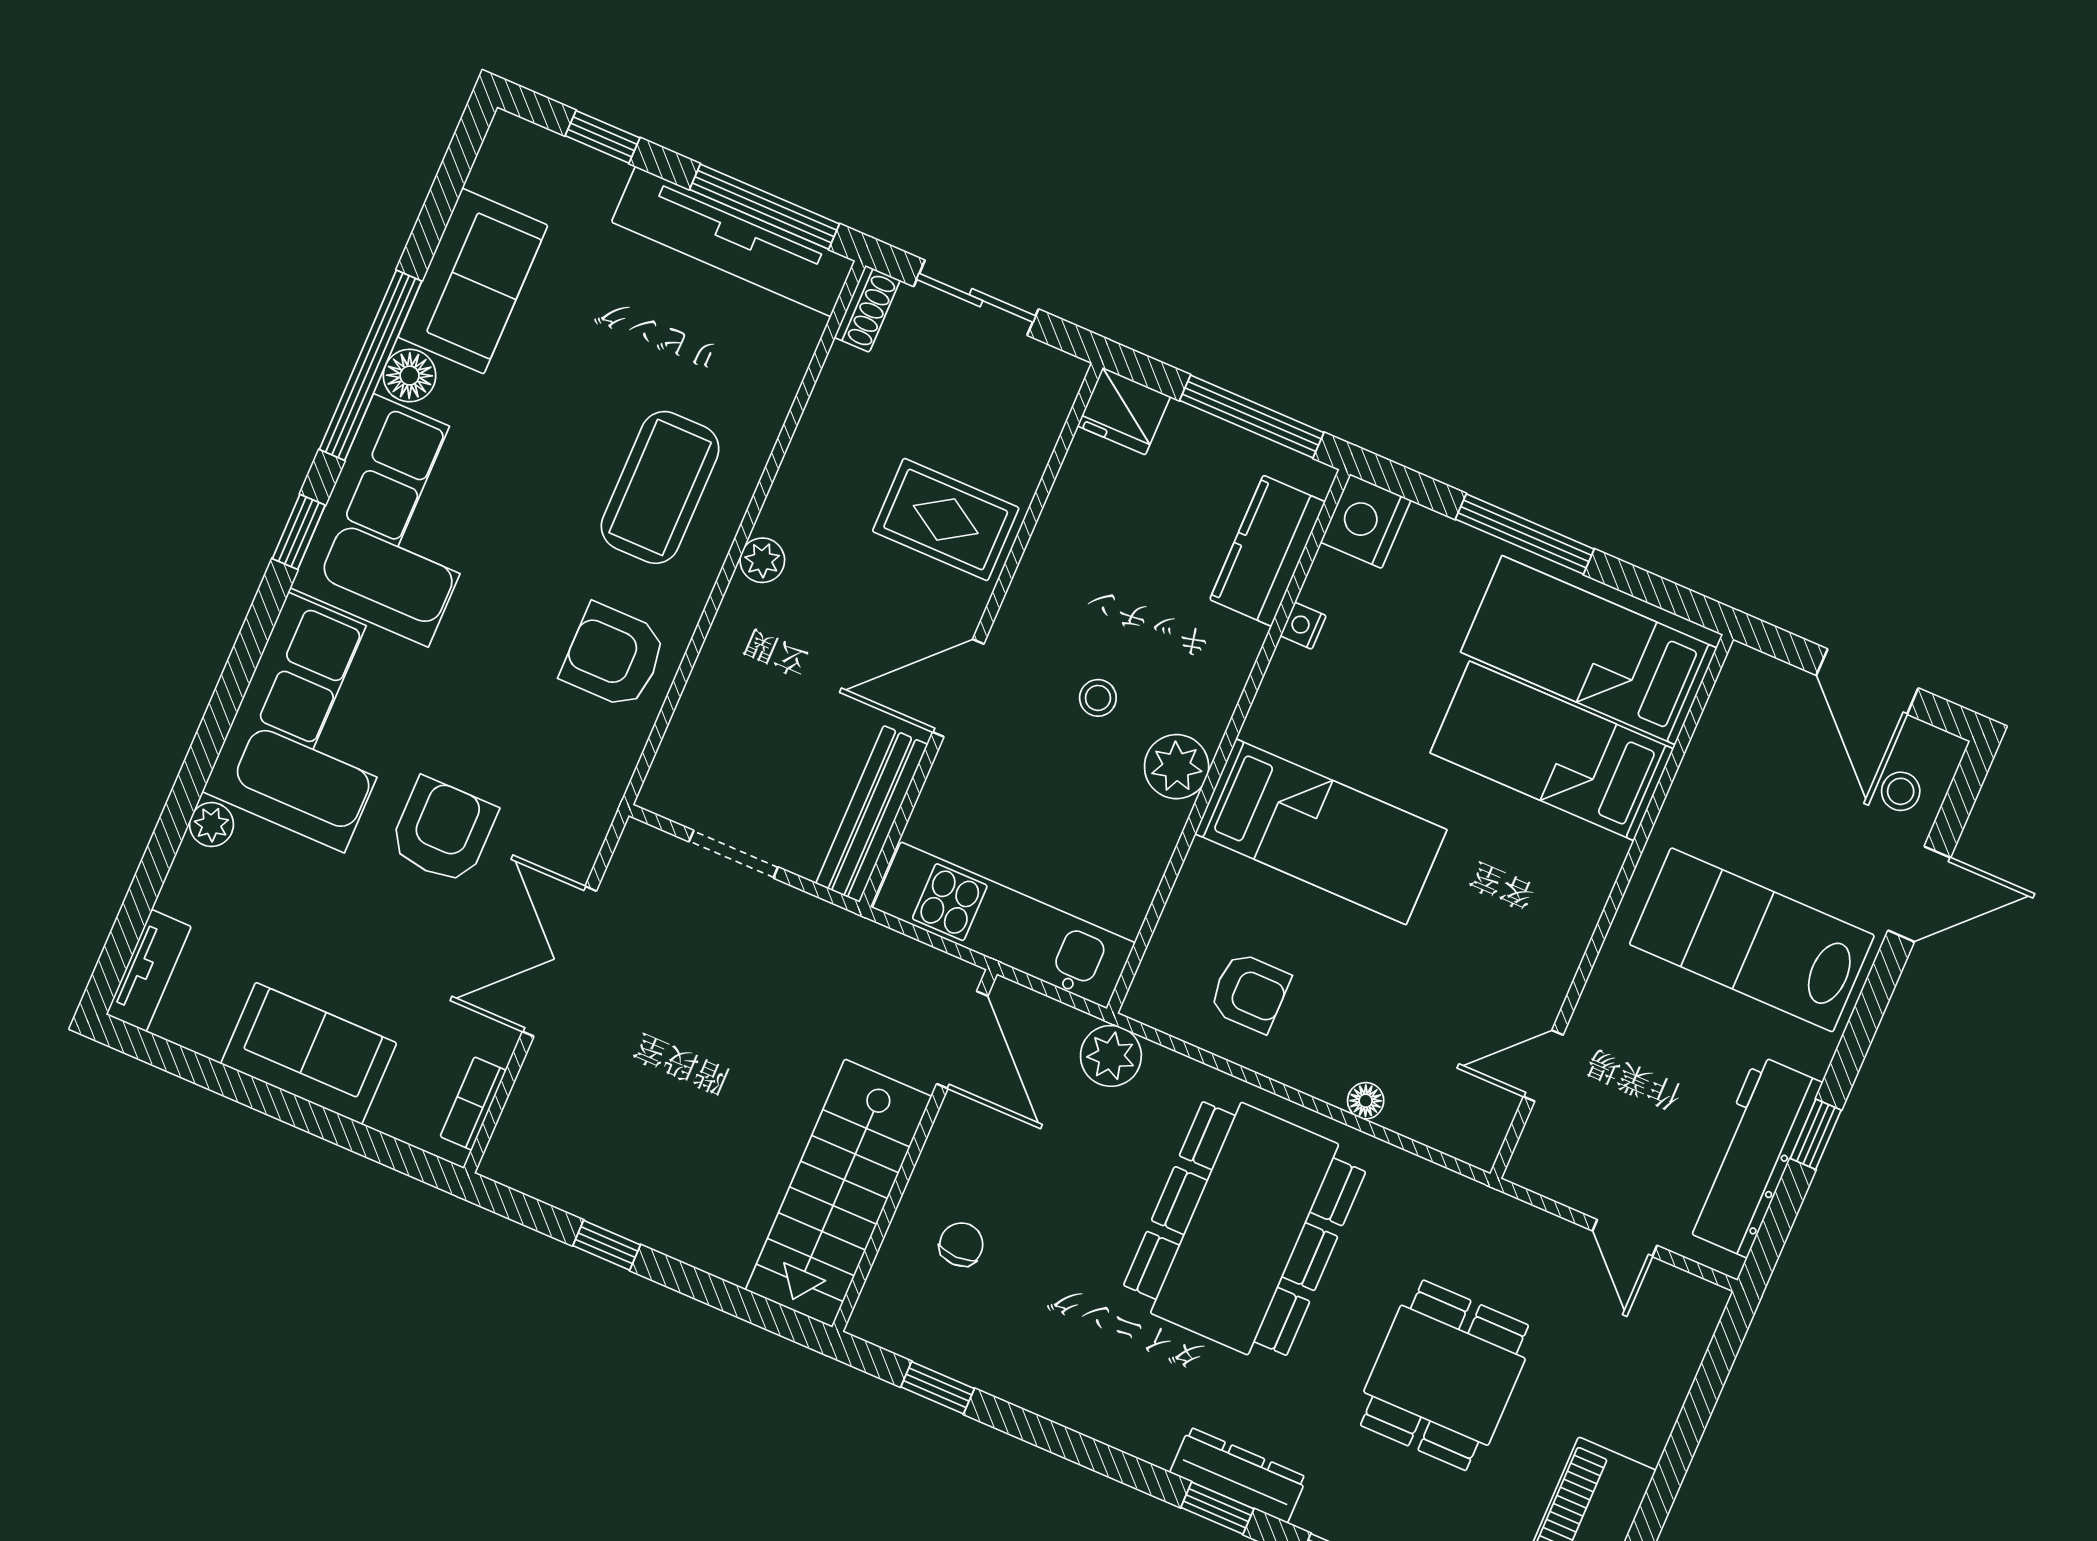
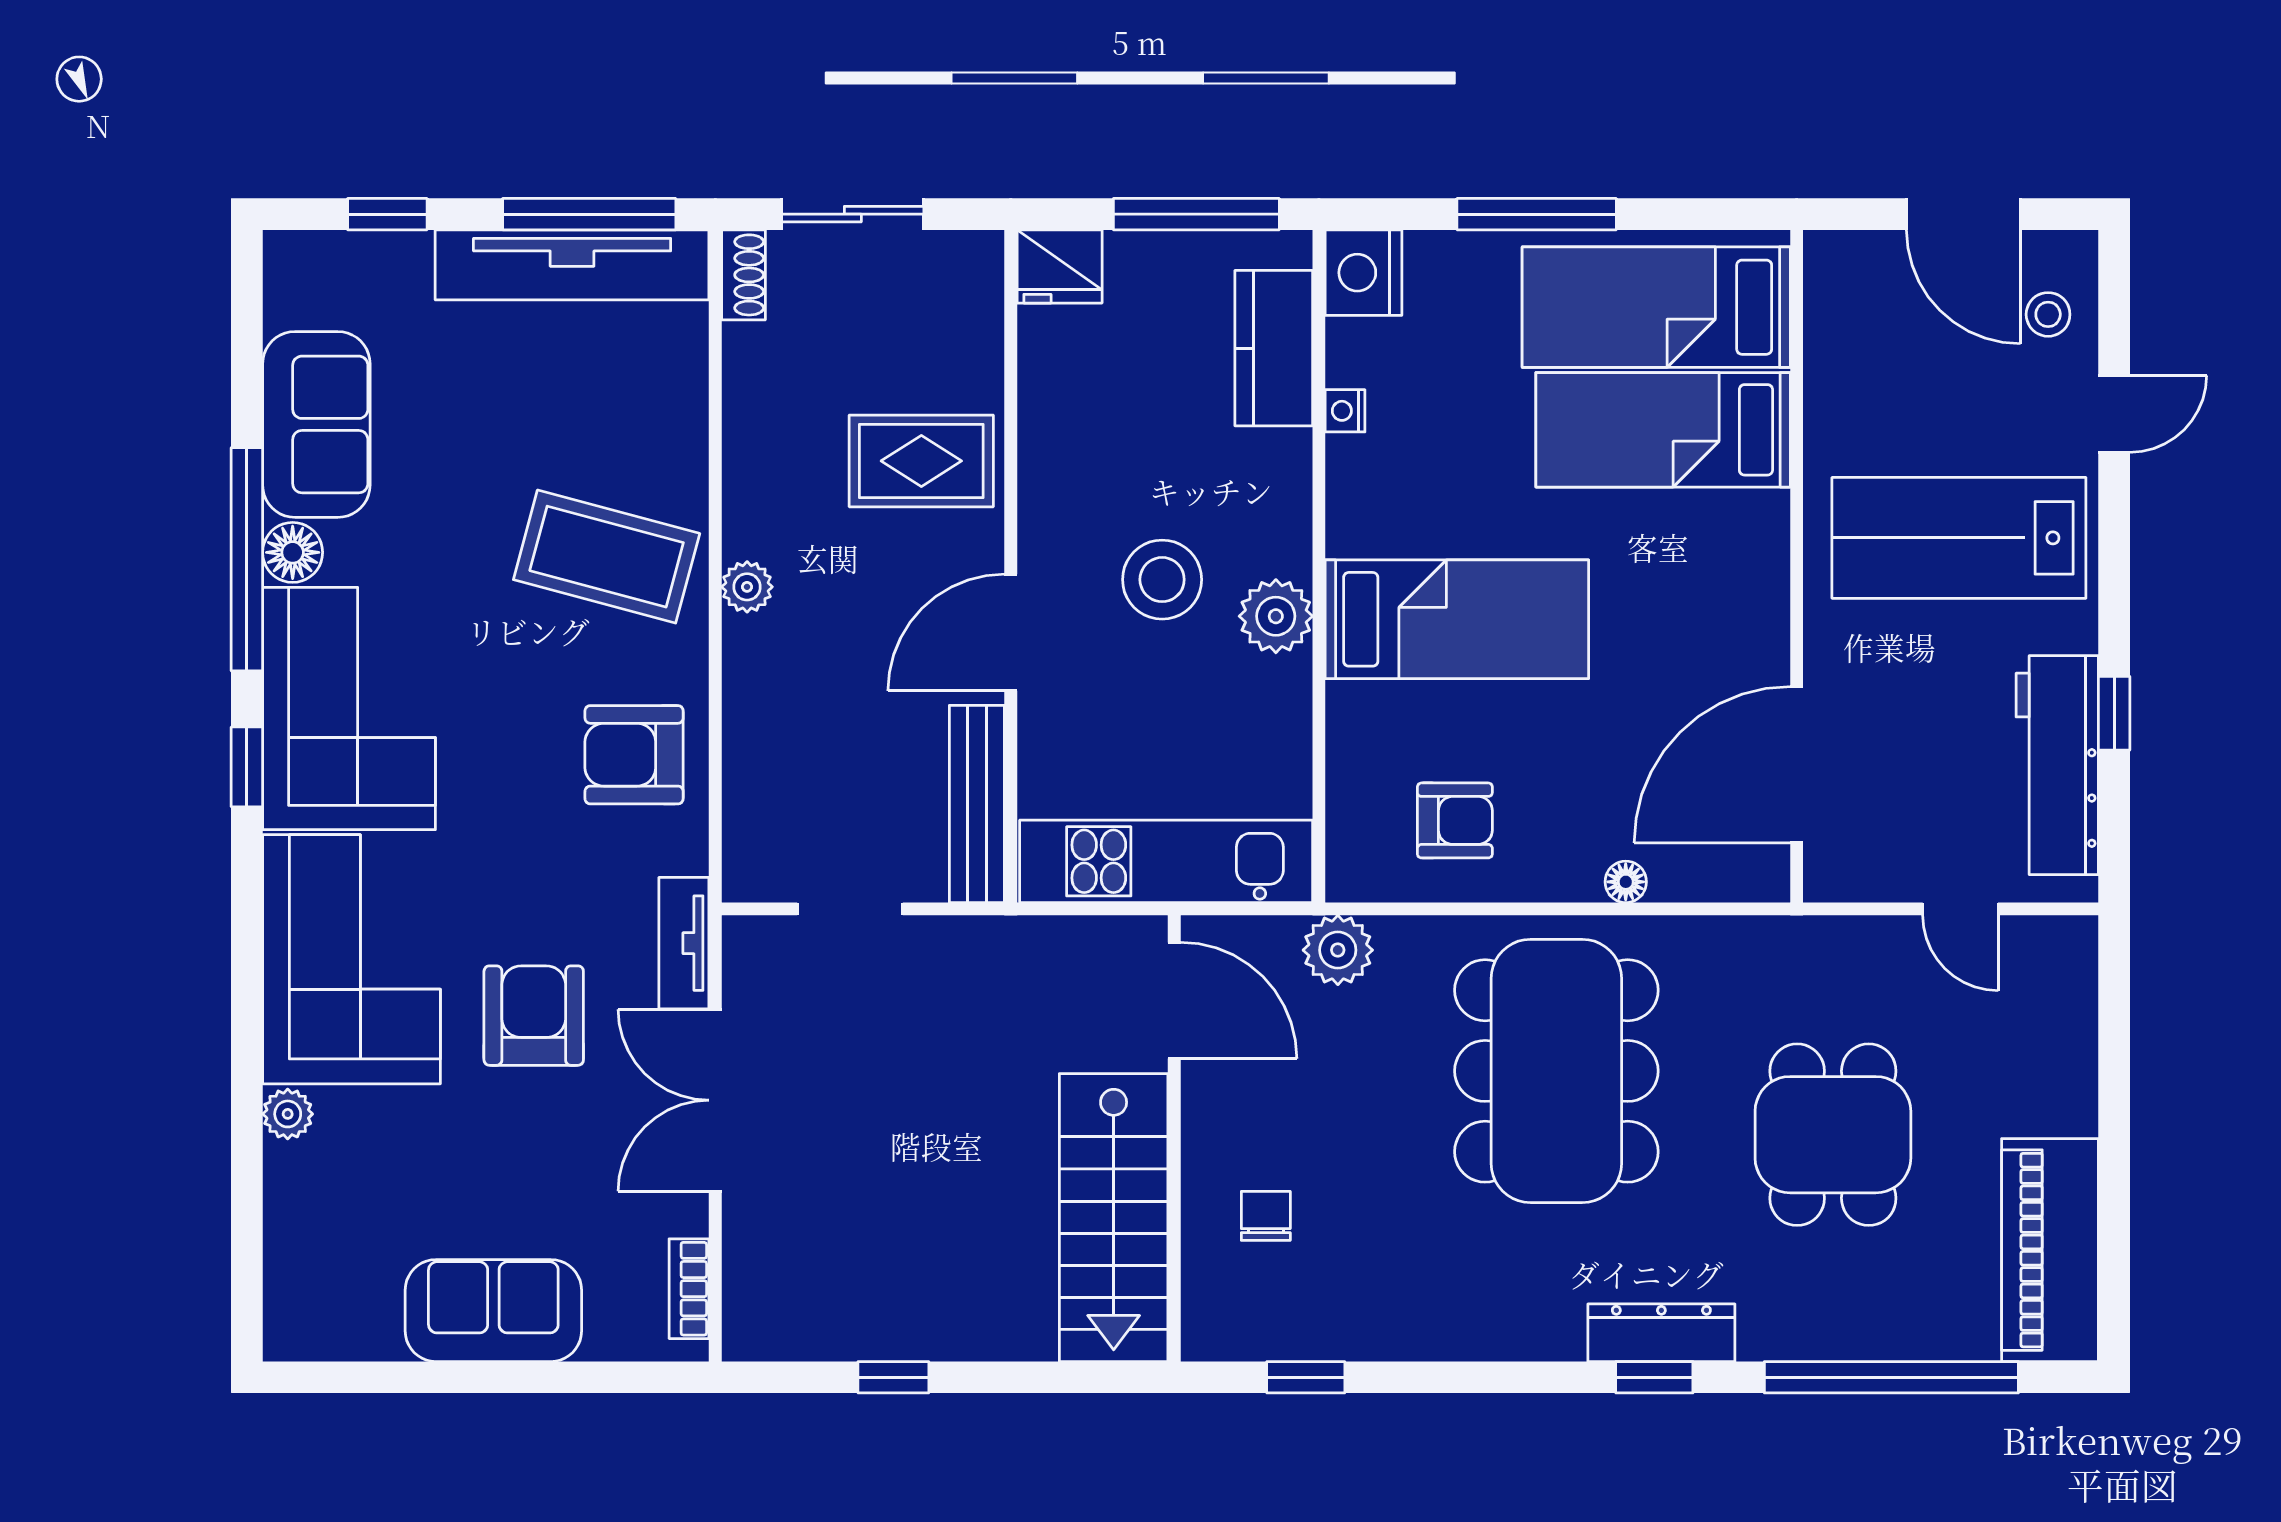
coffee table: (660, 487) -> (607, 557), turned -75
stool: (1098, 698) -> (1162, 580), width x1.89, depth x1.89
door: (1919, 894) -> (2114, 414), width x0.73
tv unit: (149, 971) -> (684, 943), moved, turned 180
door: (1543, 1066) -> (1797, 765), width x1.87

